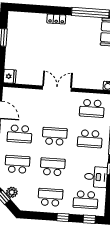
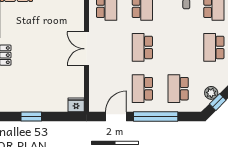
school desk: (20, 134) -> (142, 89), turned 180
school desk: (53, 167) -> (178, 47), removed

